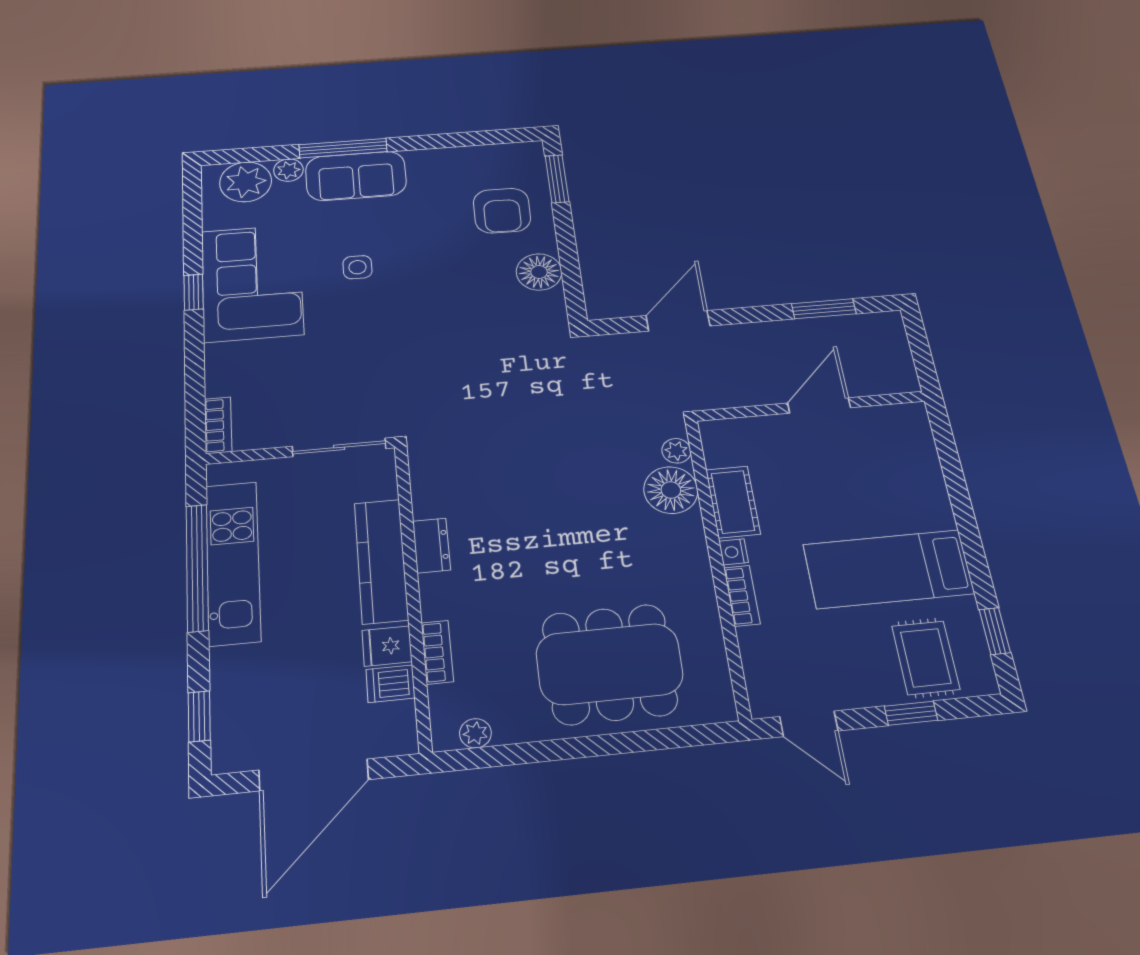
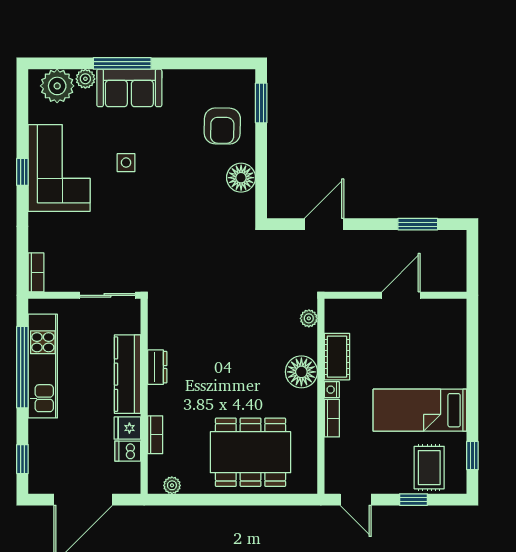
floor lamp: (671, 490) -> (301, 372), moved

